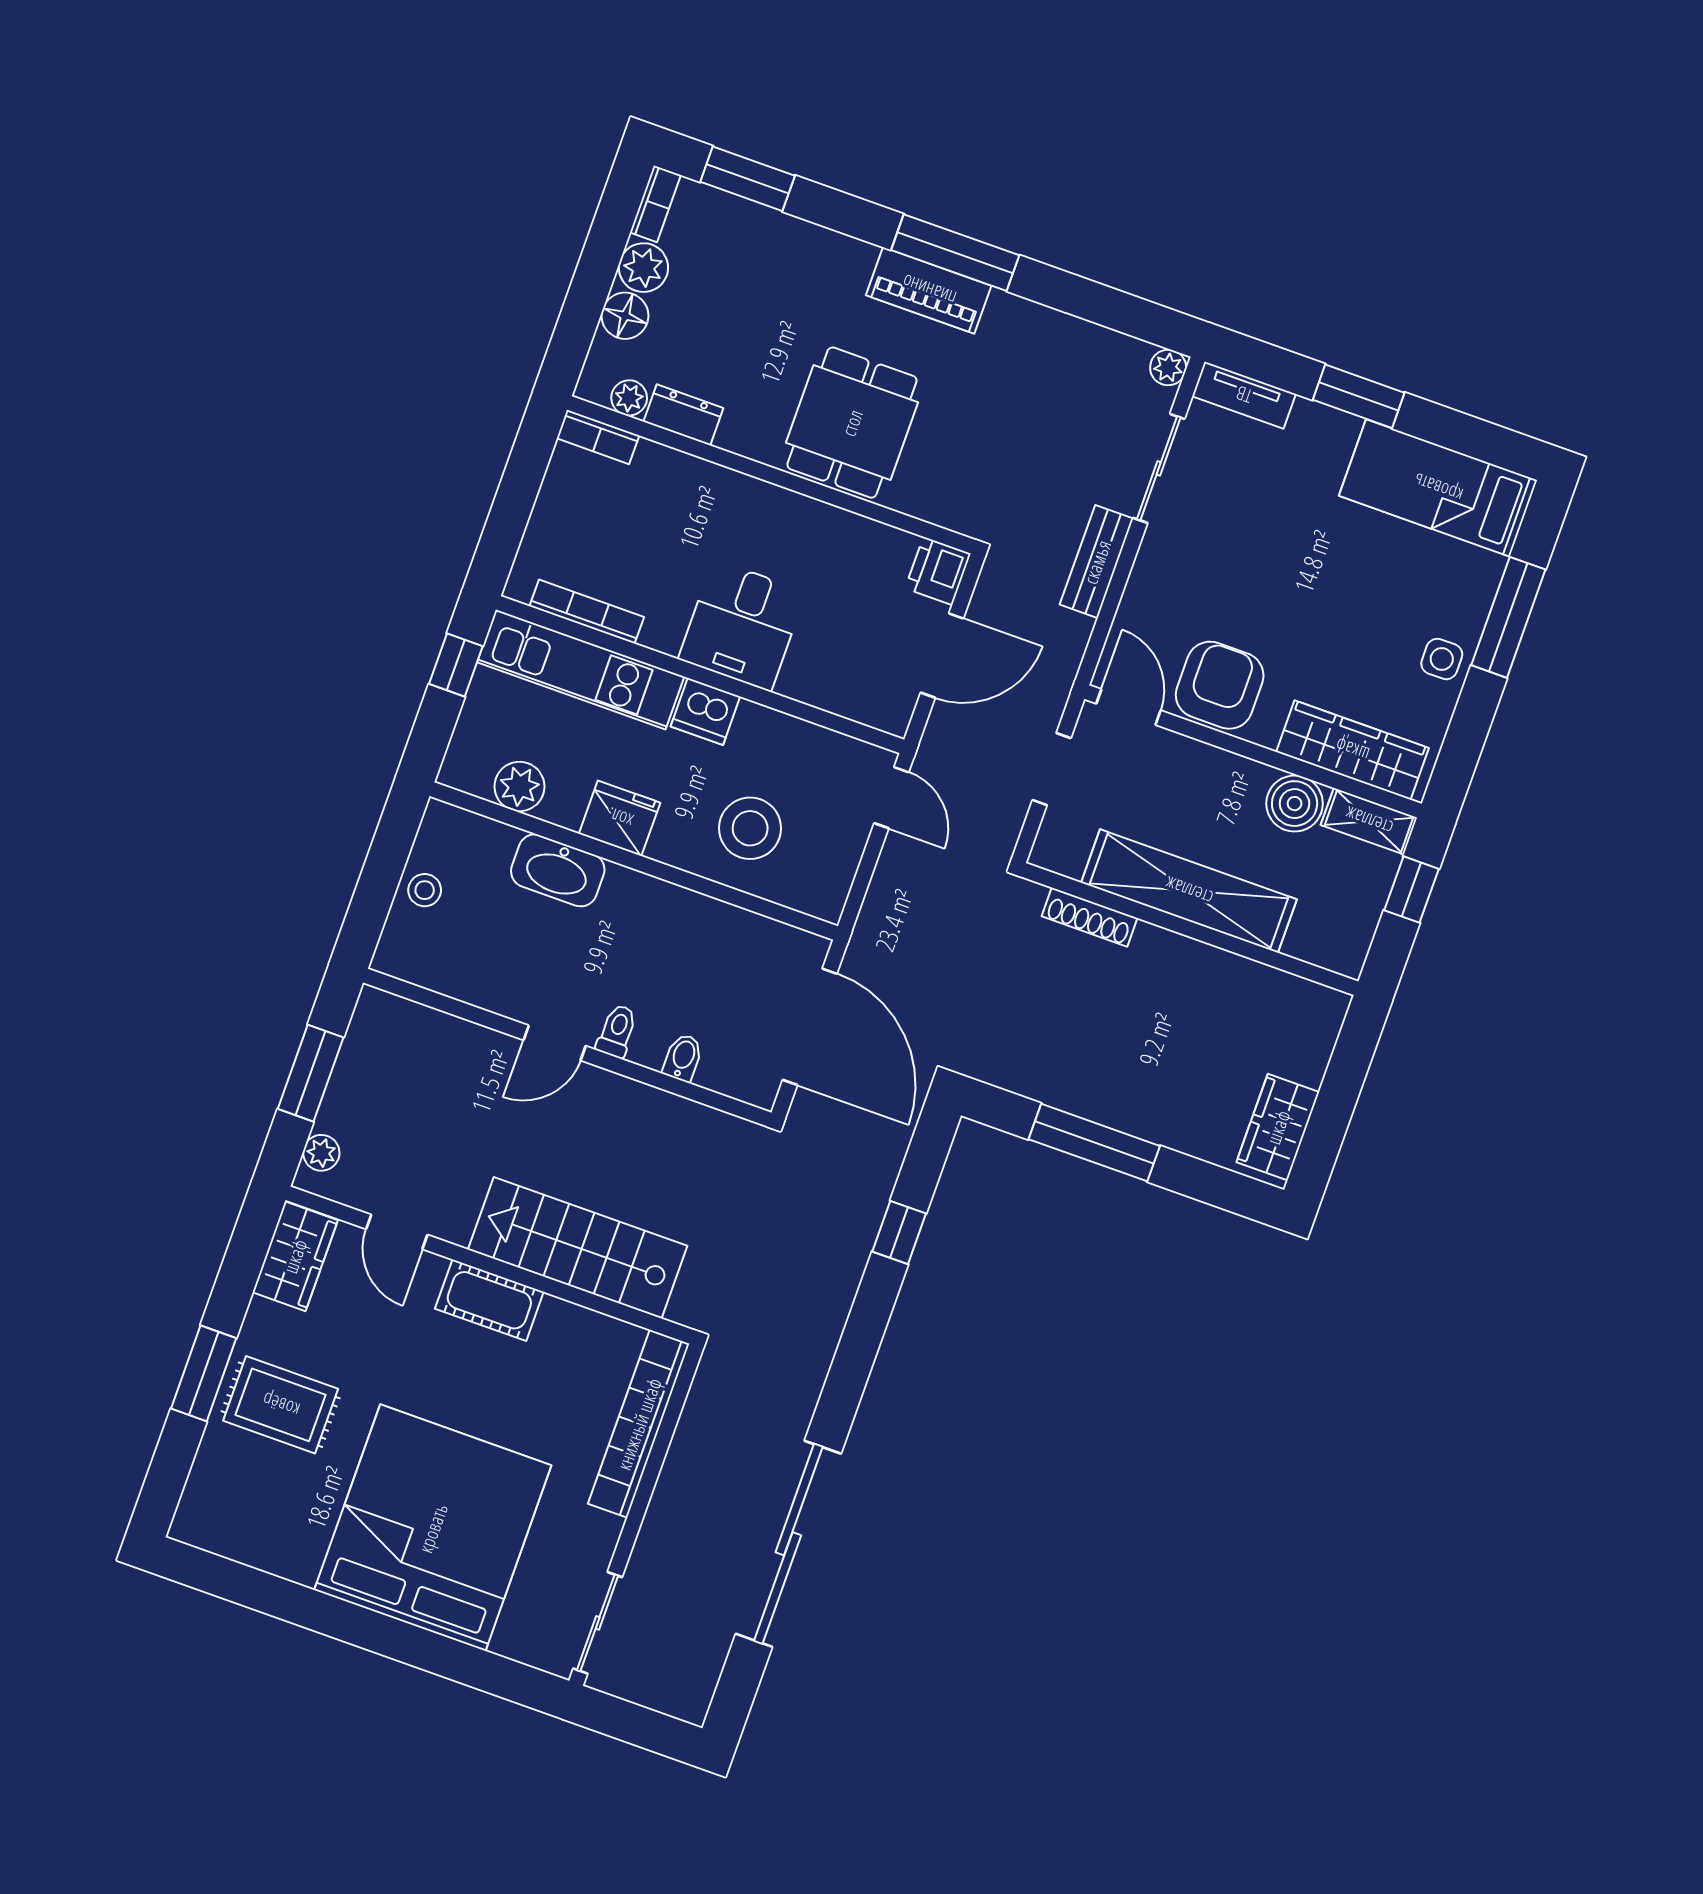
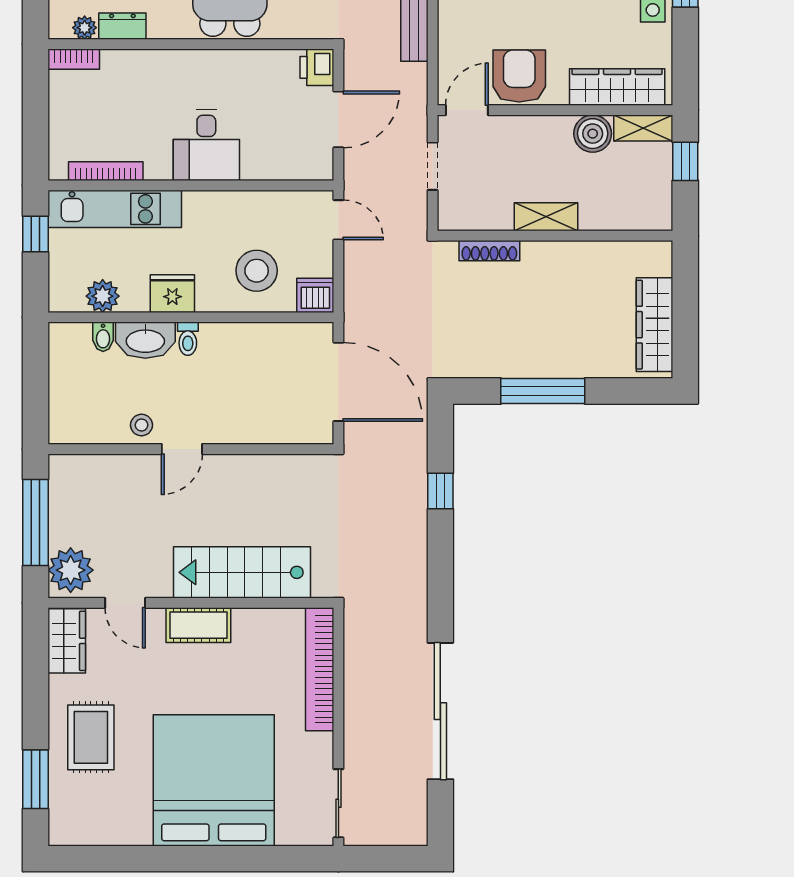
door: (1128, 707) -> (467, 110), hinge flipped
dishwasher: (705, 711) -> (315, 295), moved, turned 180
stool: (425, 890) -> (142, 425), moved
shelving: (1189, 891) -> (546, 217), width x0.45, depth x0.75
toilet: (617, 1031) -> (188, 339), moved, turned 180
bidet: (683, 1058) -> (103, 337), moved, turned 180
window: (311, 1073) -> (36, 523), width x1.44
wardrobe: (1278, 1127) -> (654, 325), width x1.50
plant: (321, 1153) -> (71, 570), width x1.88, depth x1.88
window: (204, 1373) -> (36, 779), moved
rug: (281, 1405) -> (91, 737), turned 90

